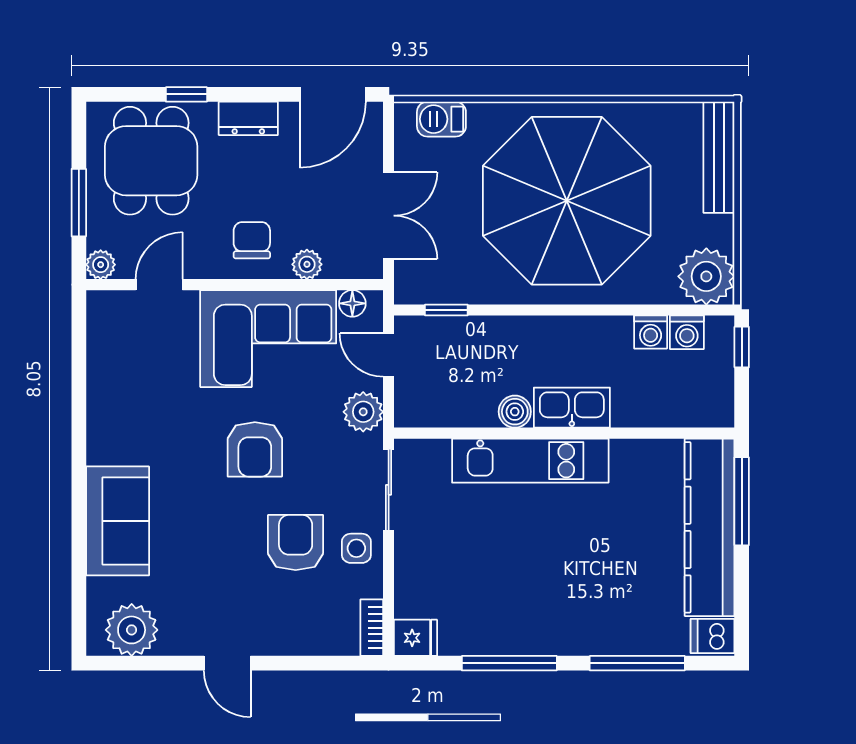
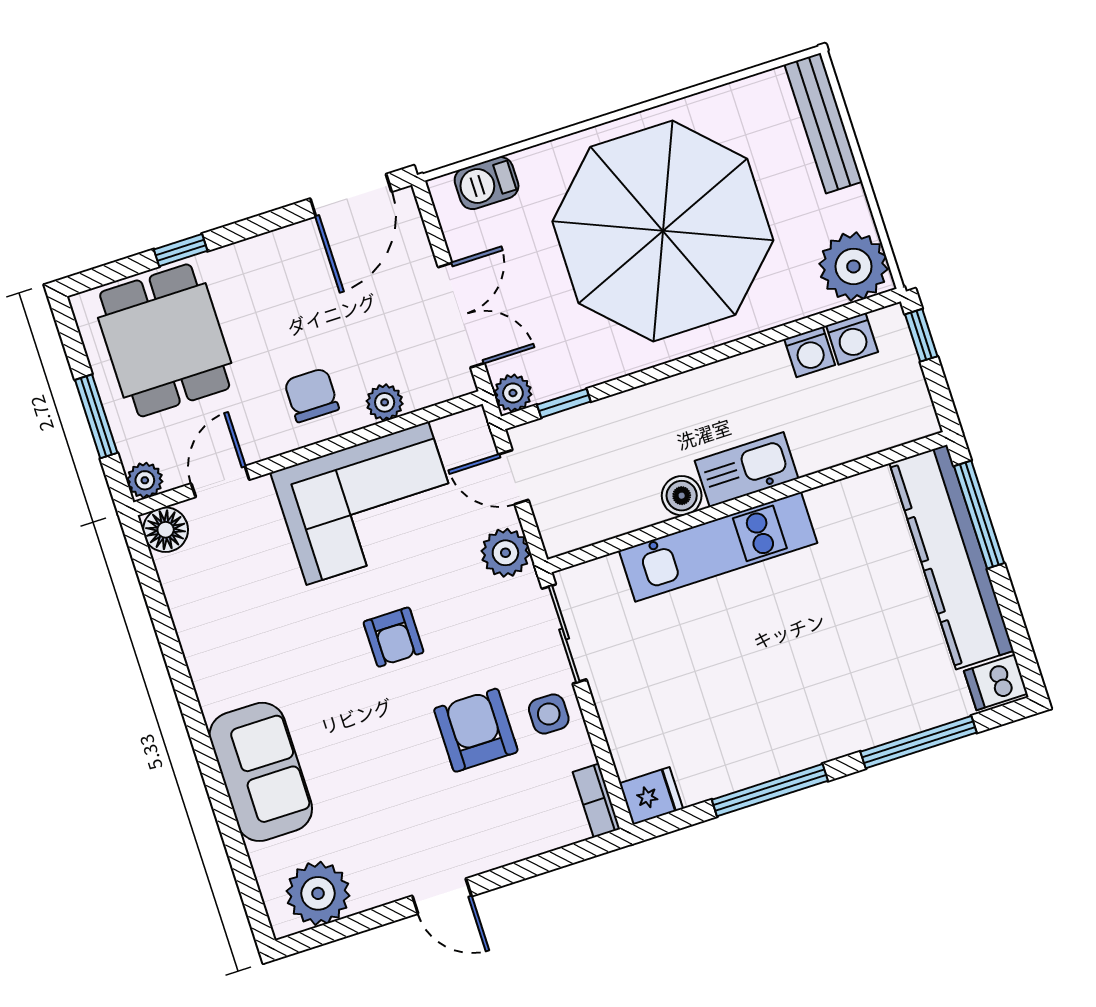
dresser: (248, 118) -> (262, 255), removed
plant: (409, 289) -> (513, 393), added
floor lamp: (352, 303) -> (166, 530), moved, width x1.37, depth x1.37
armchair: (255, 449) -> (393, 637), width x0.72, depth x0.72

